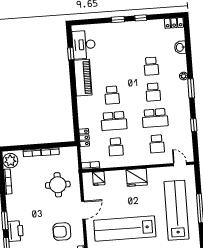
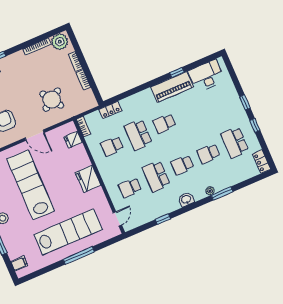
school desk: (149, 40) -> (235, 142), added
washbasin: (180, 47) -> (186, 200), moved
window: (71, 54) -> (177, 72), moved
window: (191, 88) -> (222, 193), moved
round table: (58, 185) -> (52, 100), turned -34

